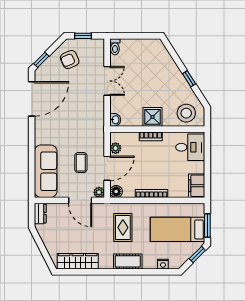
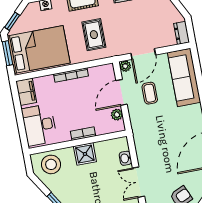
washbasin: (115, 120) -> (125, 158), moved
desk: (190, 147) -> (39, 125), width x1.37
floor lamp: (116, 192) -> (108, 70), removed
door: (80, 200) -> (143, 54), swing flipped
bed: (178, 229) -> (39, 49), width x1.50

